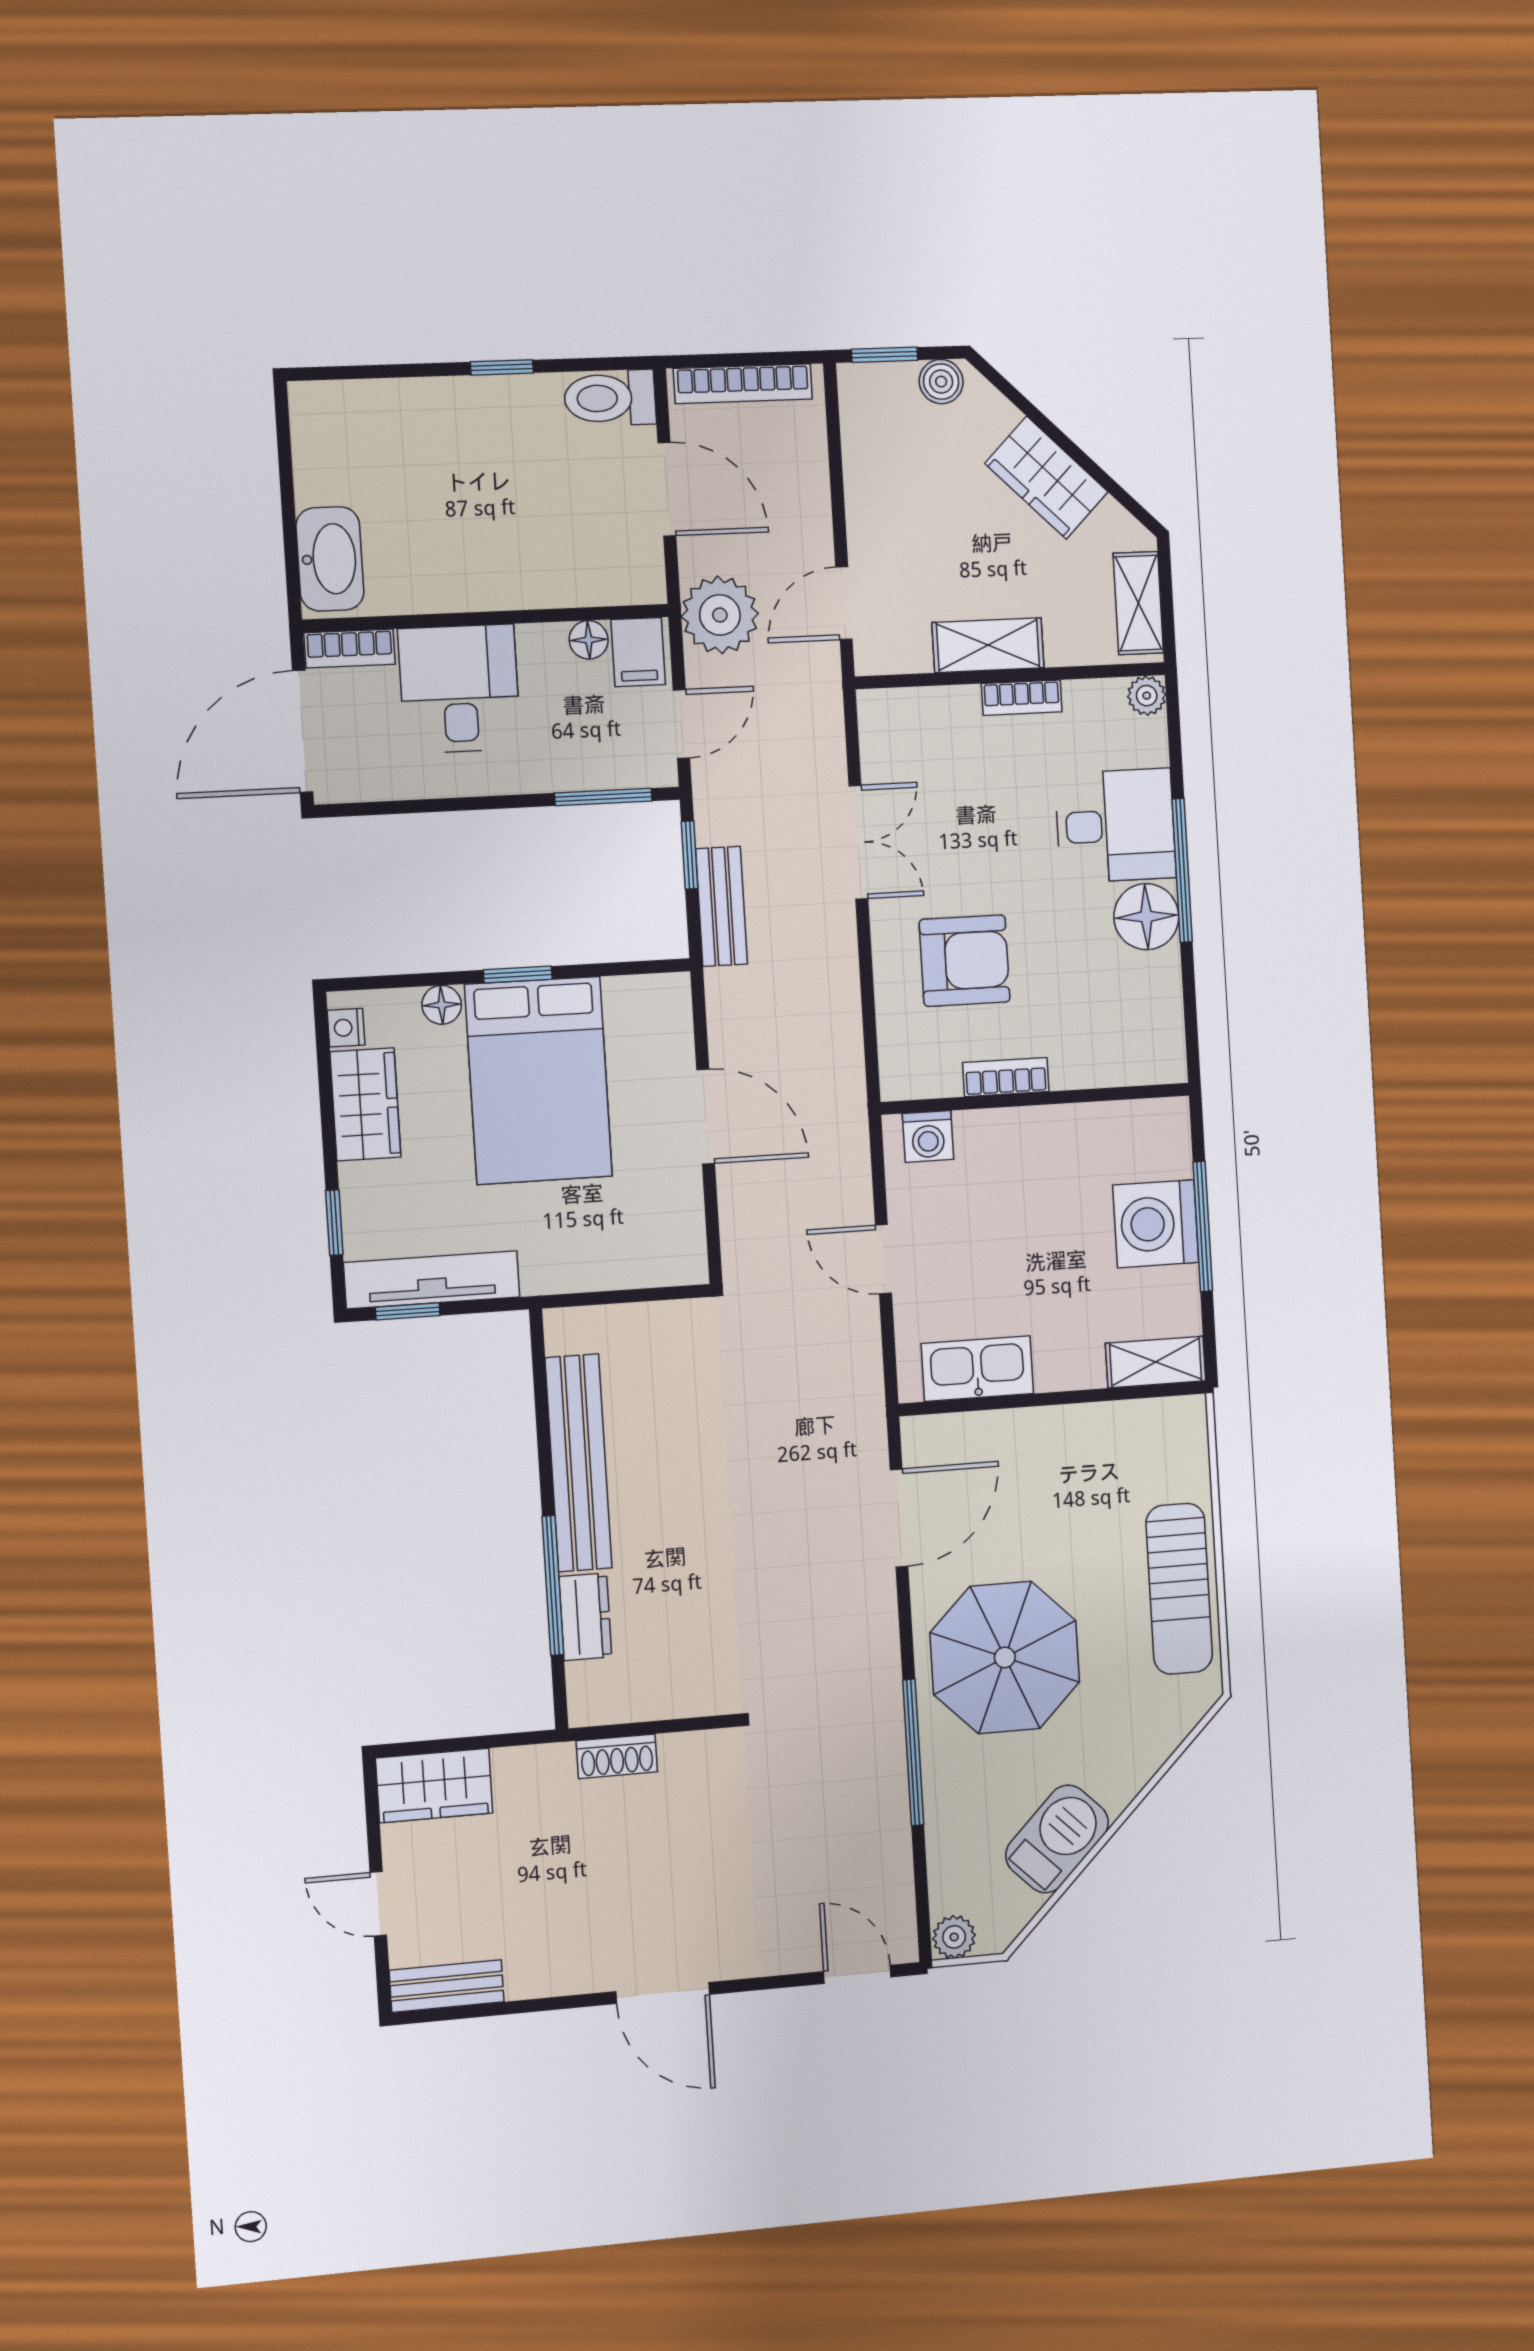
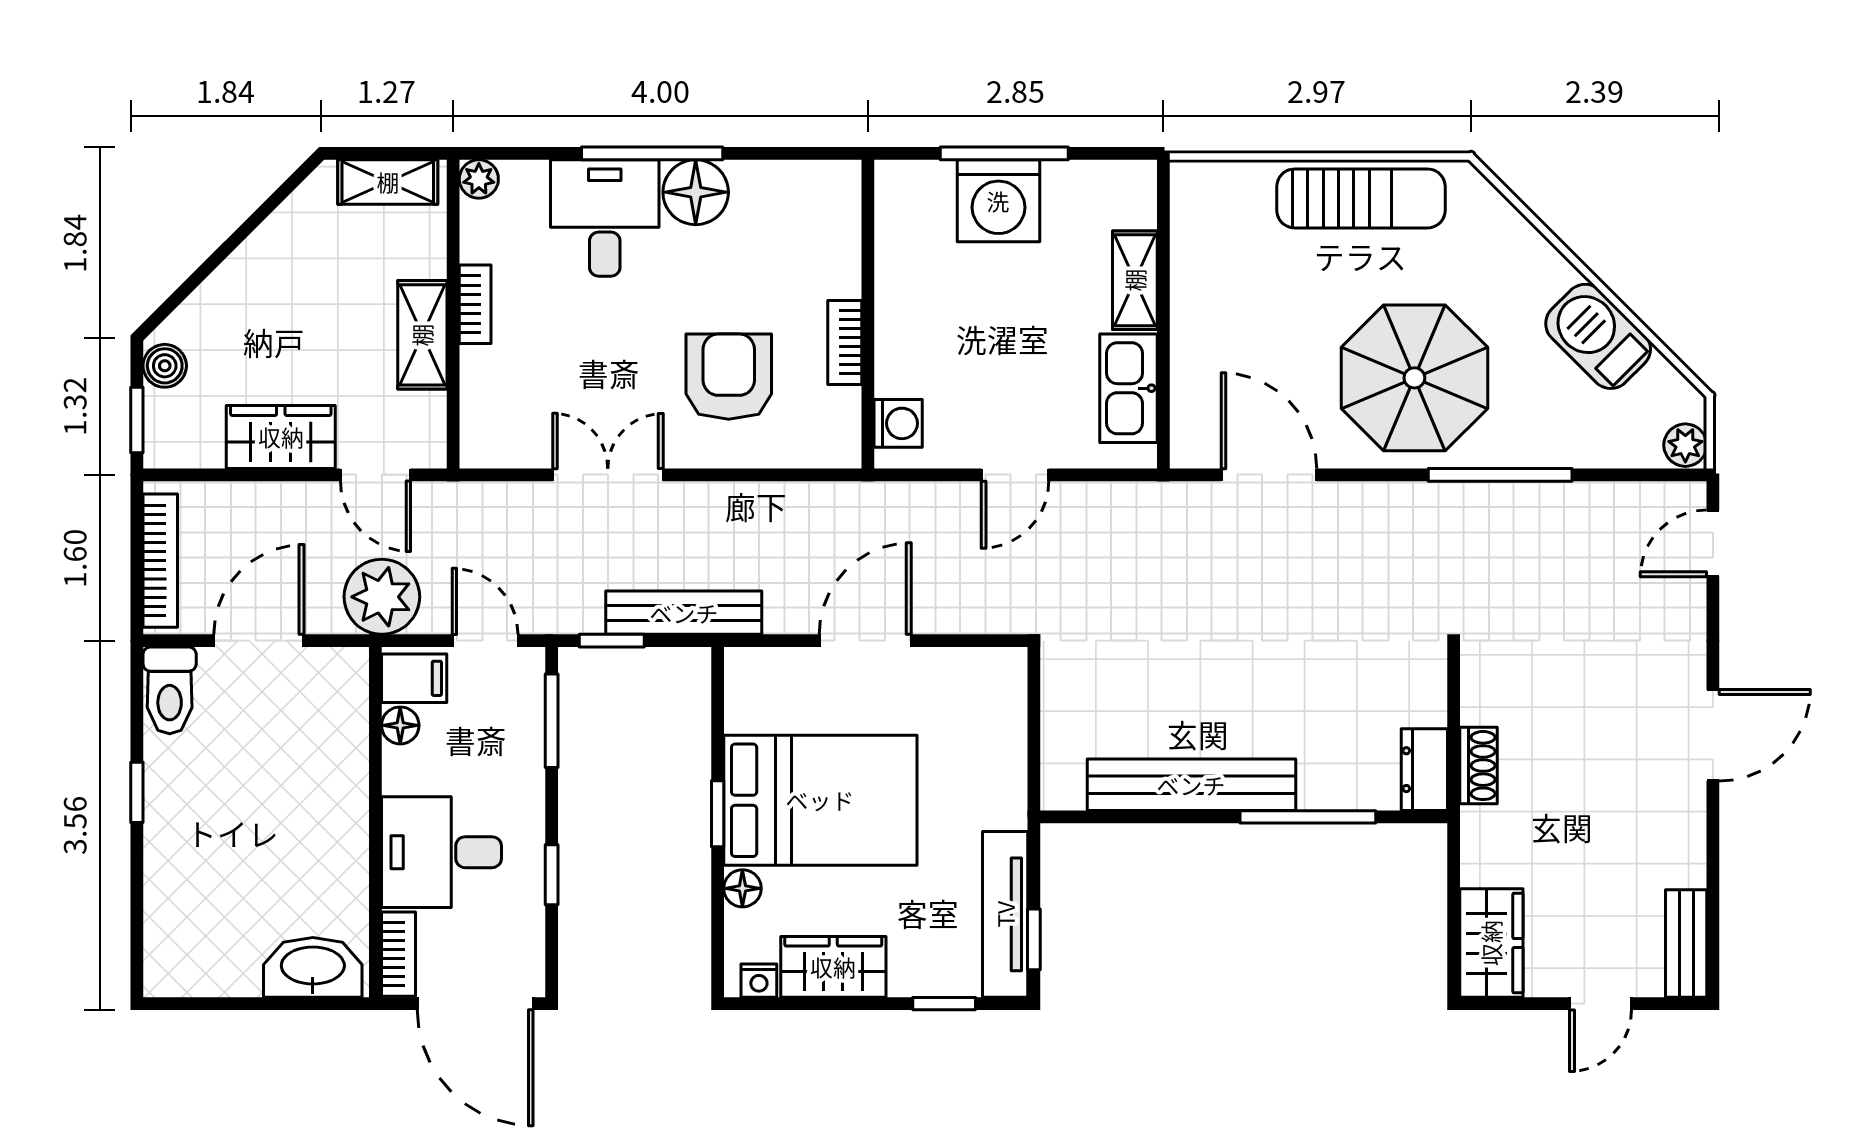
wardrobe: (1047, 478) -> (281, 437), moved, turned -135
window: (443, 805) -> (552, 875), added
bench: (721, 906) -> (684, 613), width x1.36
shelving: (1156, 1362) -> (1135, 280), moved
dresser: (585, 1617) -> (1424, 770), moved, turned -90

